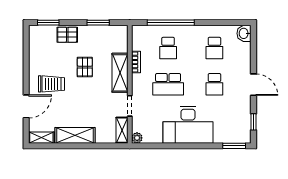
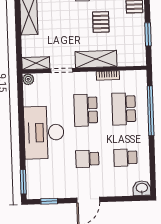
school desk: (168, 48) -> (124, 109), width x1.85
pallet: (85, 67) -> (101, 22), turned 90

